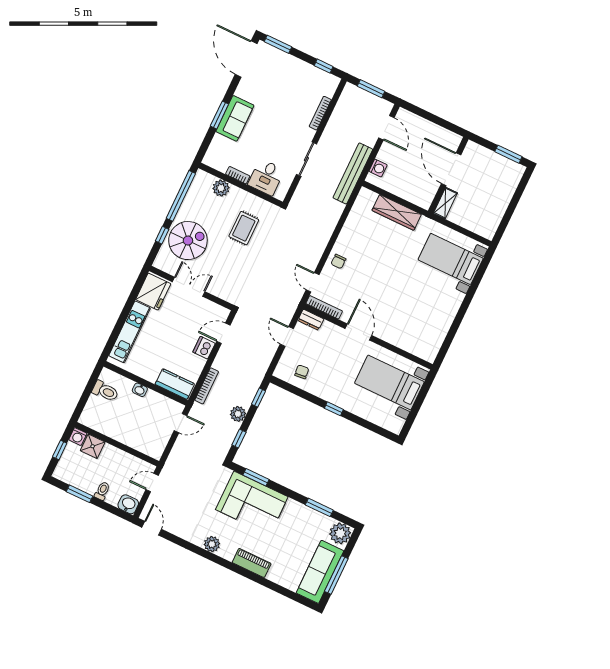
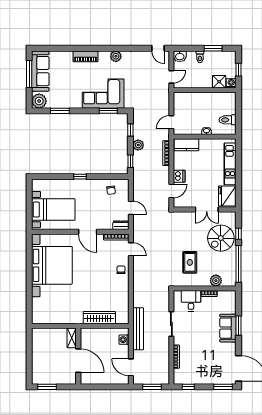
bed with nightstands: (451, 259) -> (52, 265), moved, width x1.85

